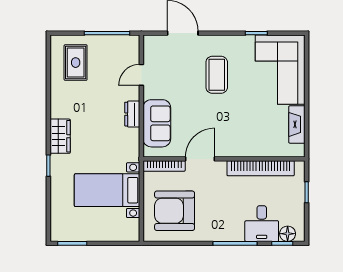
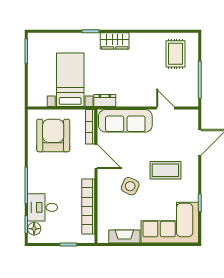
rug: (76, 63) -> (176, 54), turned 90
dresser: (132, 114) -> (105, 101), moved
side table: (236, 117) -> (130, 186), added
sofa: (157, 123) -> (125, 121), width x1.36

